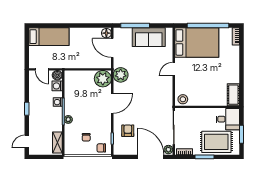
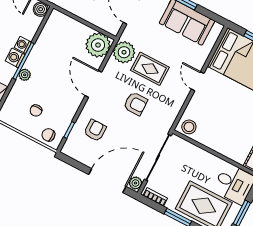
door: (174, 69) -> (198, 81), hinge flipped
rug: (141, 77) -> (150, 69), added
washing machine: (57, 86) -> (15, 58), moved
armchair: (144, 102) -> (136, 104), added
door: (112, 103) -> (93, 84), swing flipped
door: (151, 157) -> (107, 181), hinge flipped

